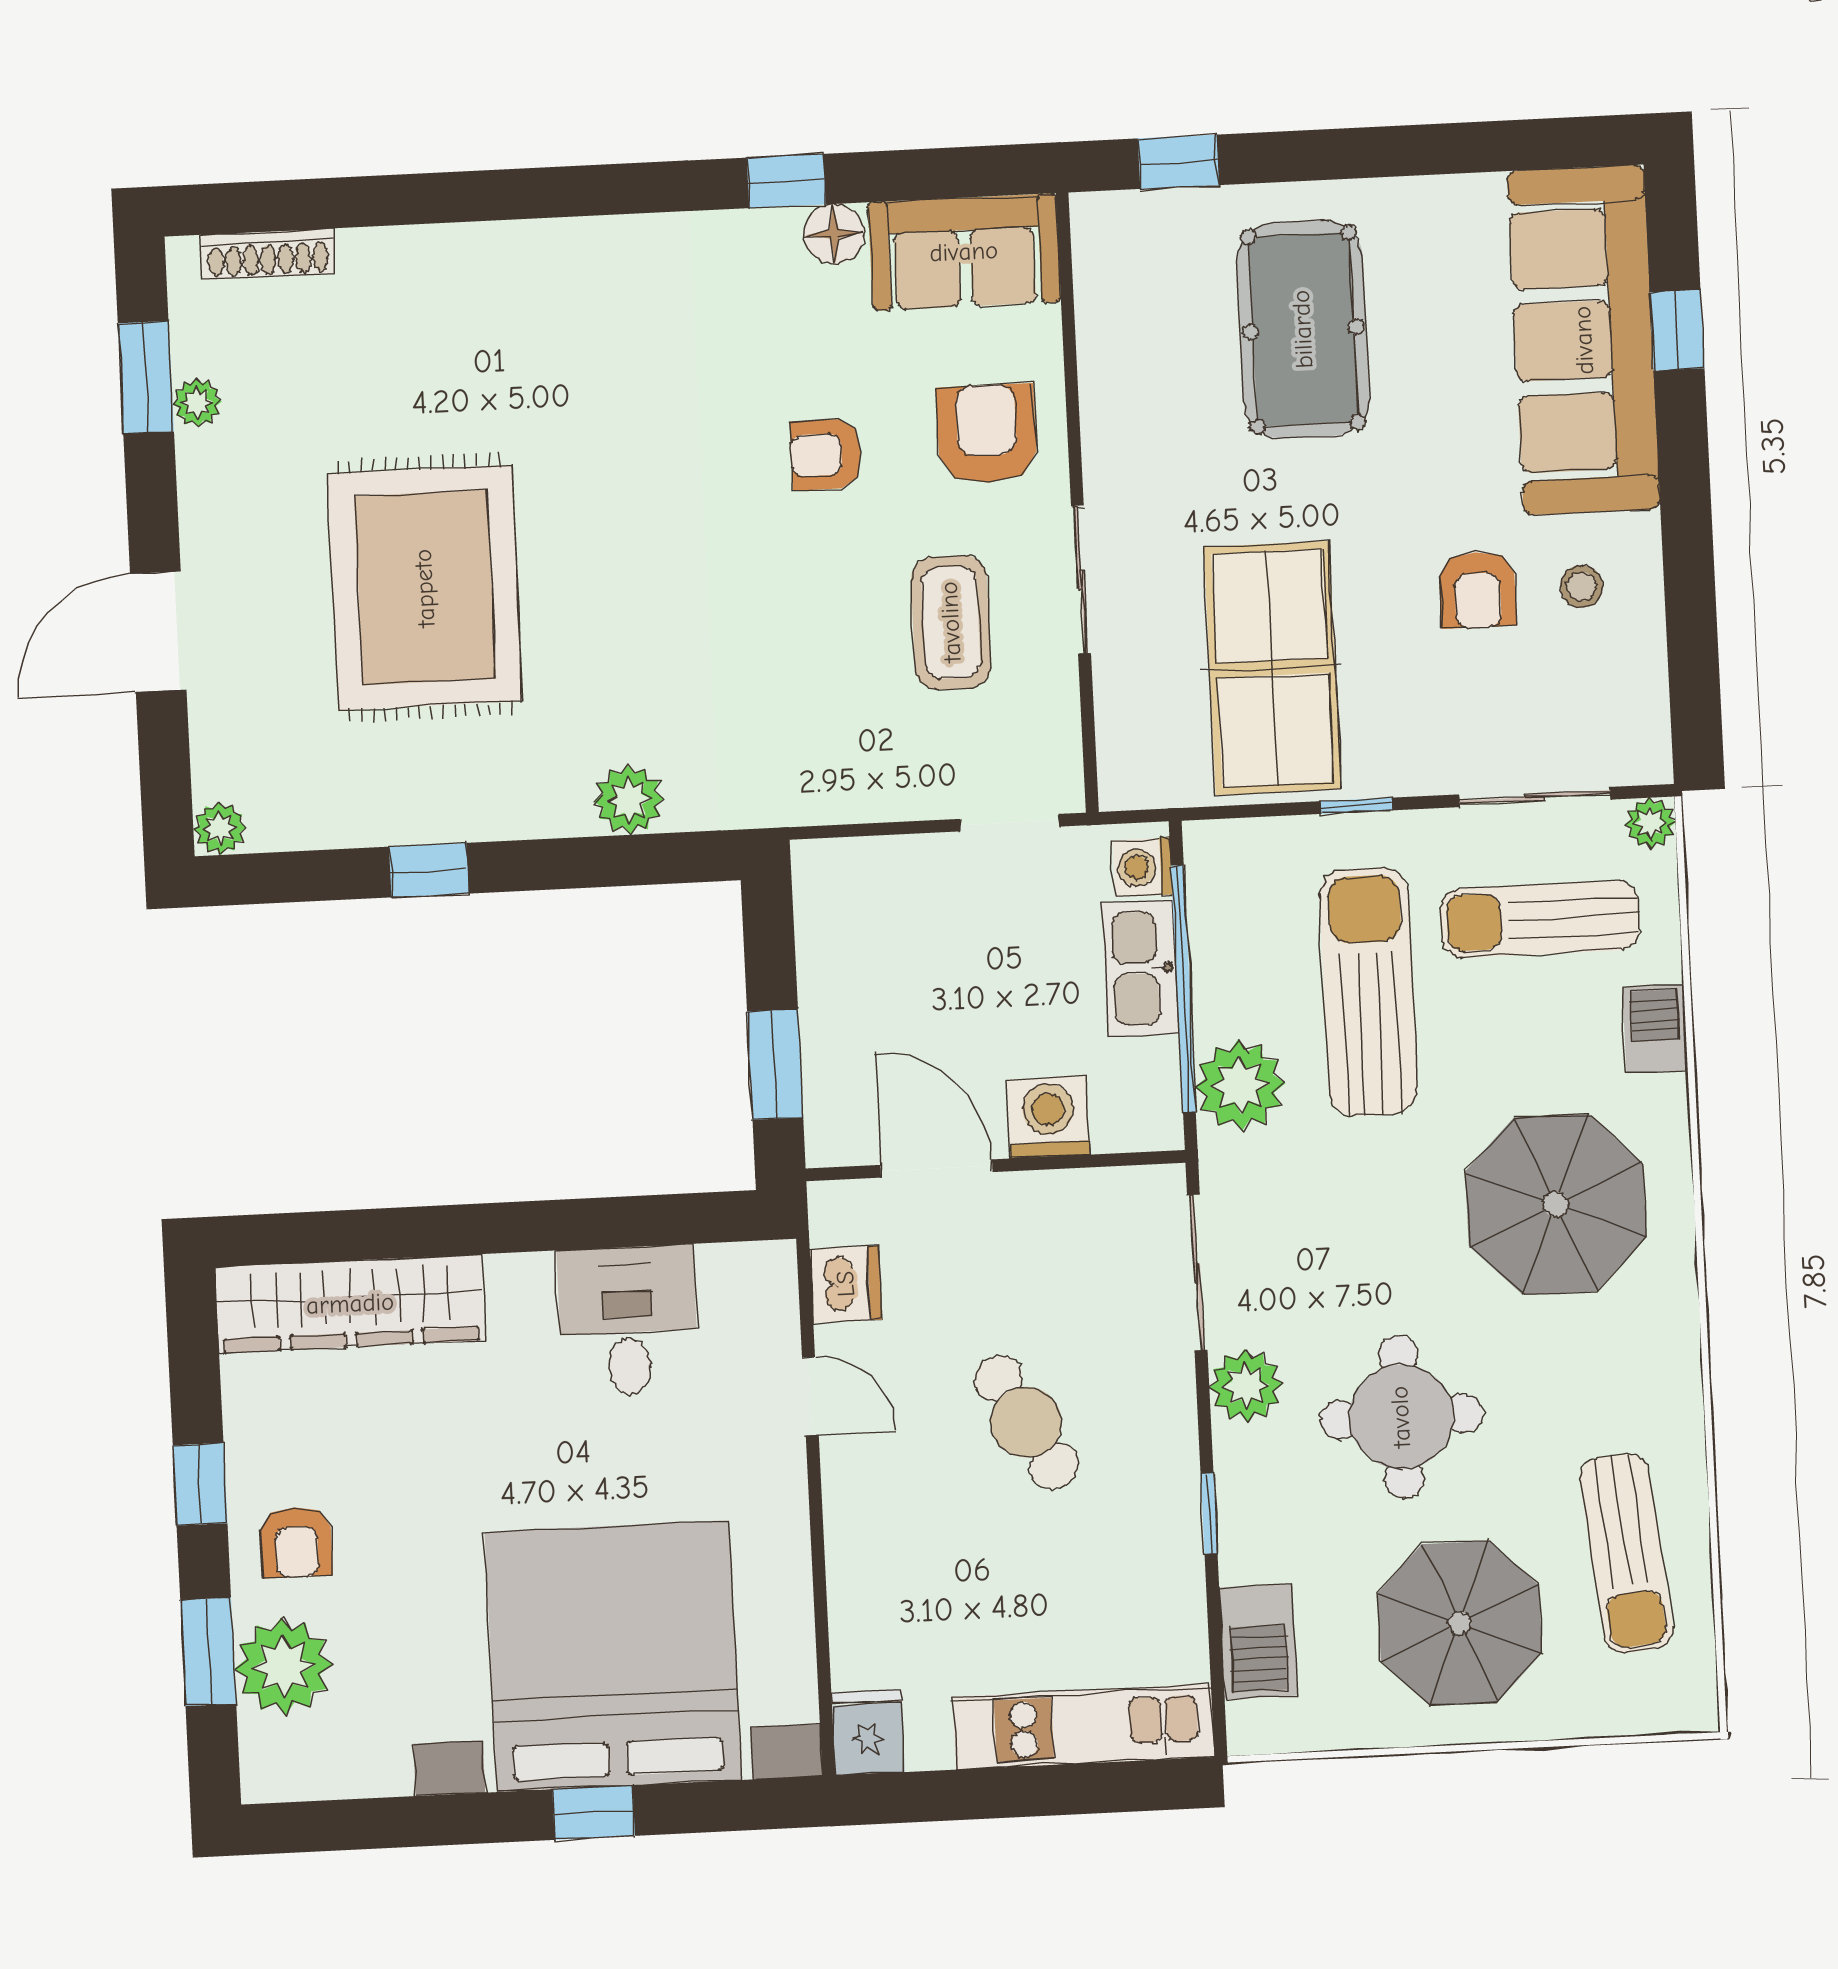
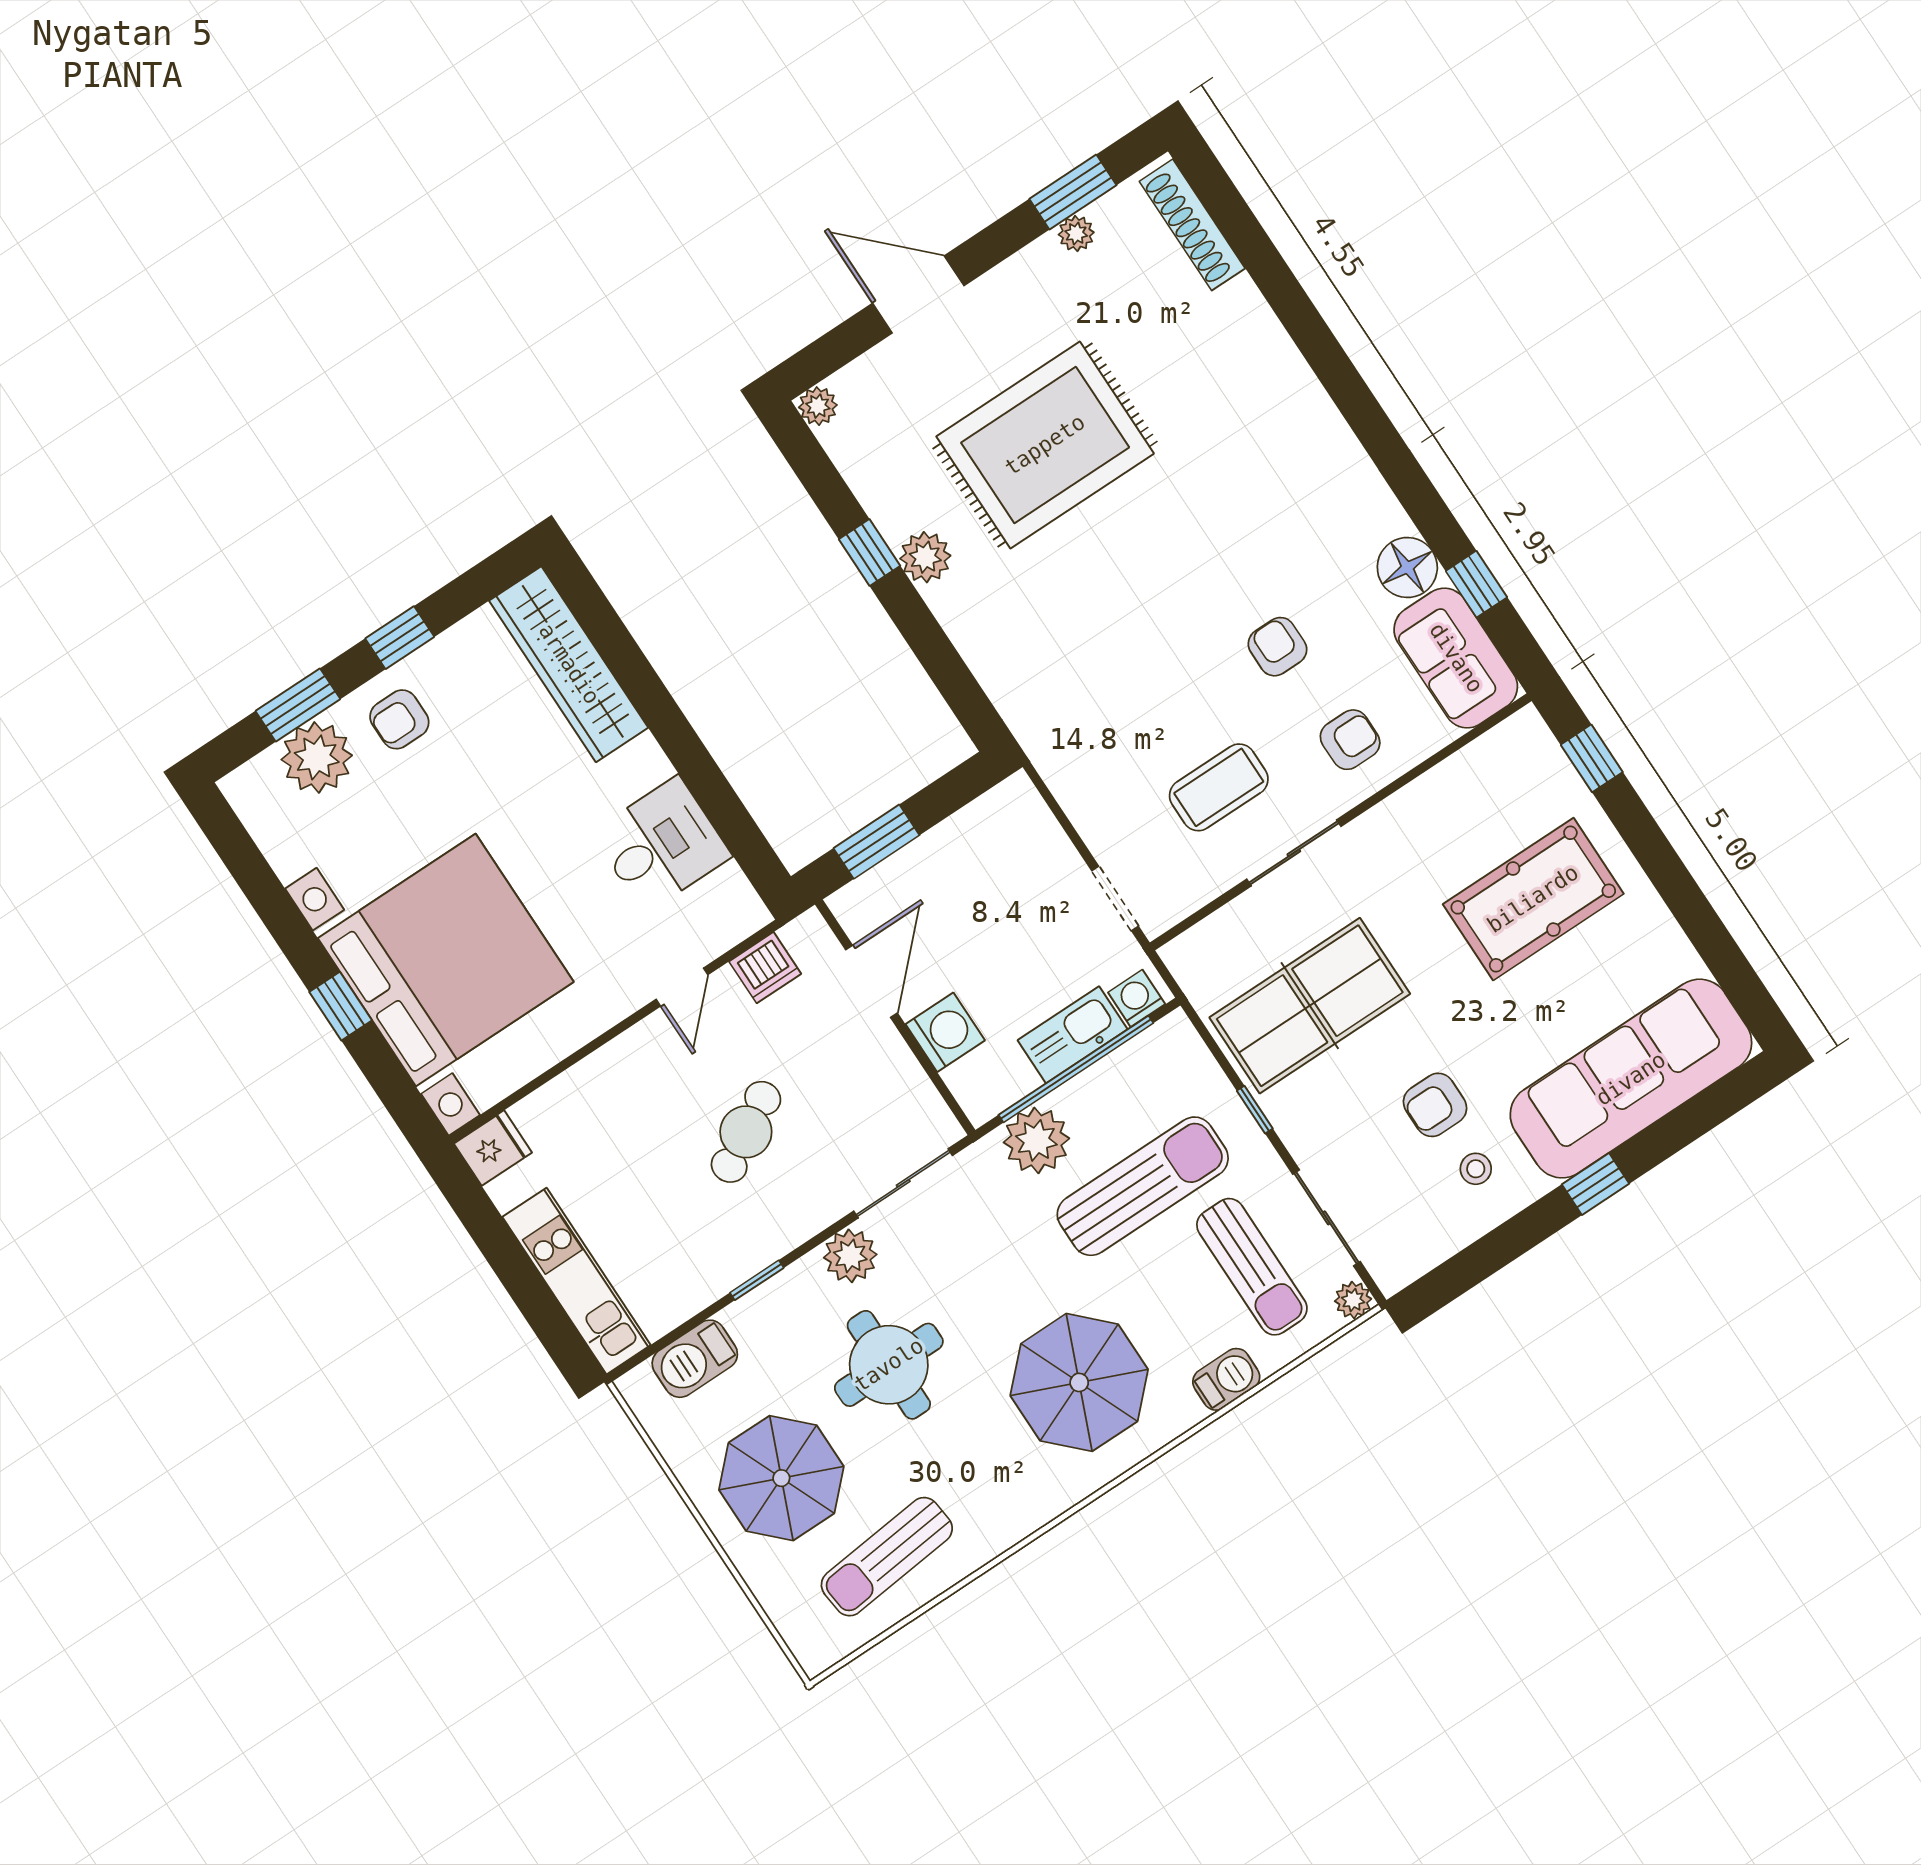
window: (786, 181) -> (1476, 584), moved
floor lamp: (834, 234) -> (1407, 568), width x1.38, depth x1.38
shoe rack: (268, 254) -> (1192, 225), width x1.36, depth x1.24
window: (1677, 330) -> (1595, 1184), moved
armchair: (987, 434) -> (1350, 740), width x0.72, depth x0.72
plant: (629, 800) -> (925, 557), moved
sun lounger: (1540, 919) -> (1252, 1267), turned 180

